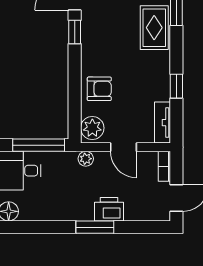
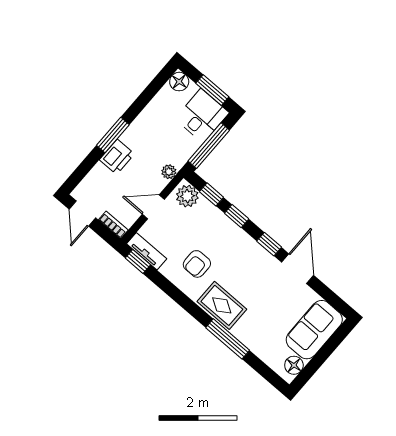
window: (75, 76) -> (237, 216), added
window: (176, 86) -> (138, 261), moved
armchair: (99, 89) -> (197, 264), moved
window: (75, 110) -> (212, 194), added

